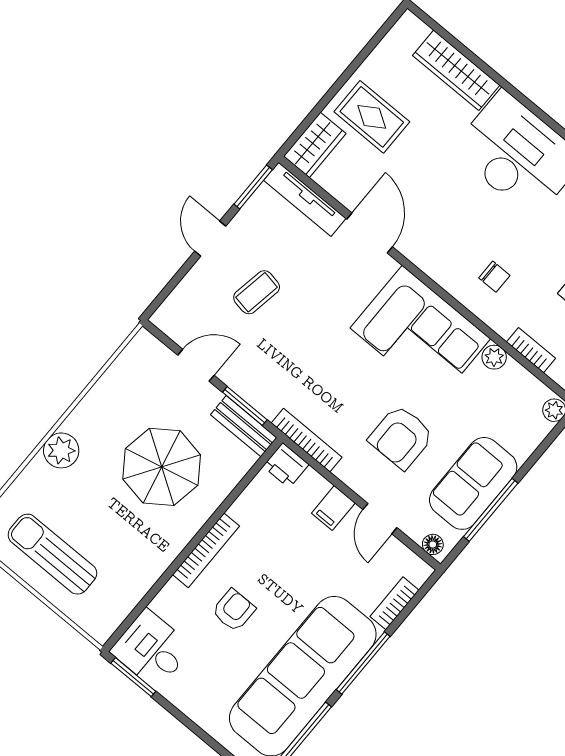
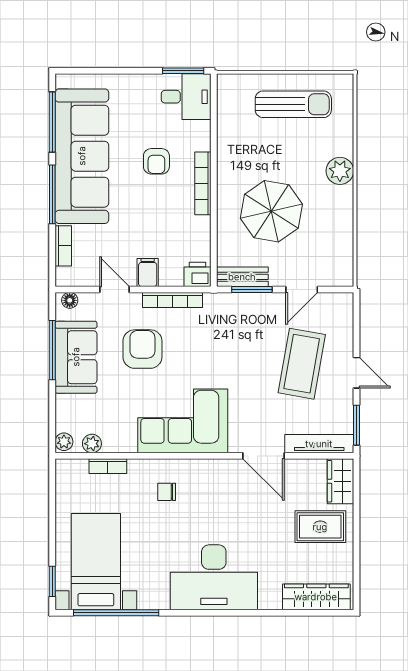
wardrobe: (456, 70) -> (316, 597), moved
coffee table: (257, 292) -> (302, 364), width x1.86, depth x1.72
plant: (494, 357) -> (92, 444), moved
bookcase: (307, 440) -> (172, 300), moved

